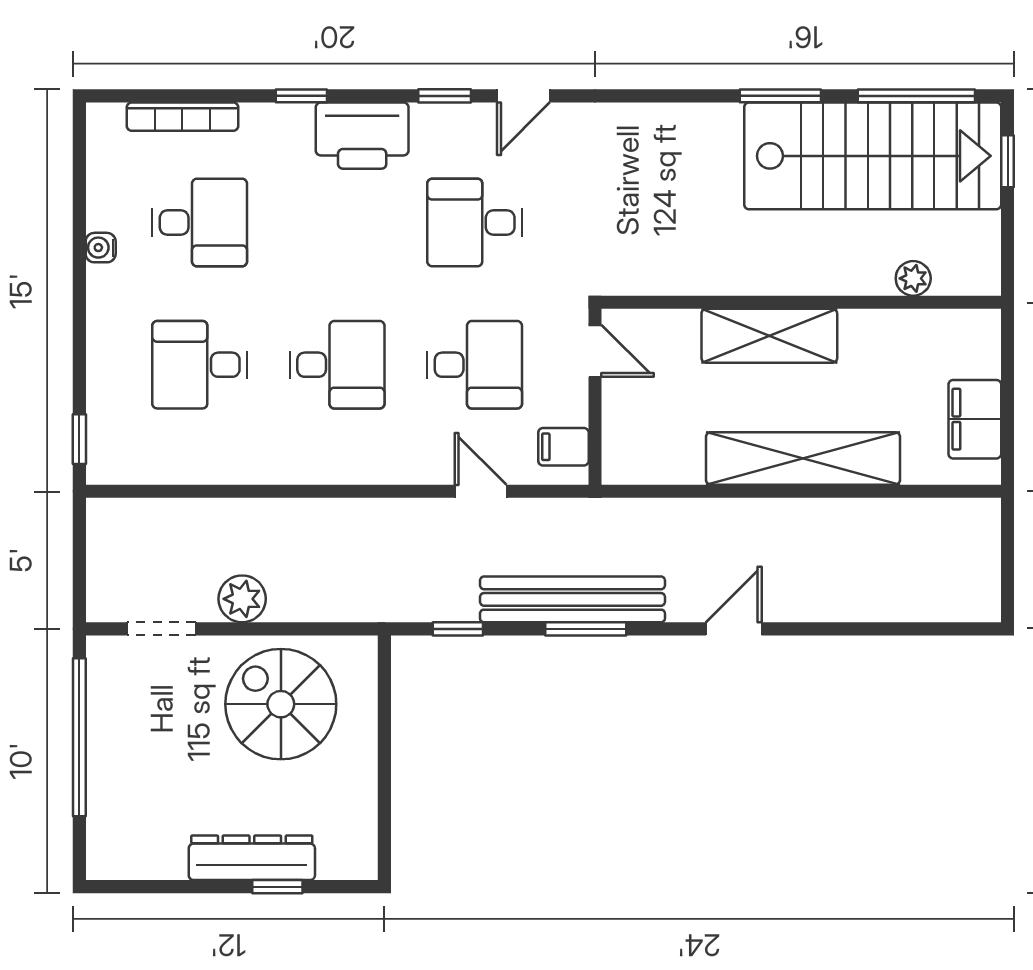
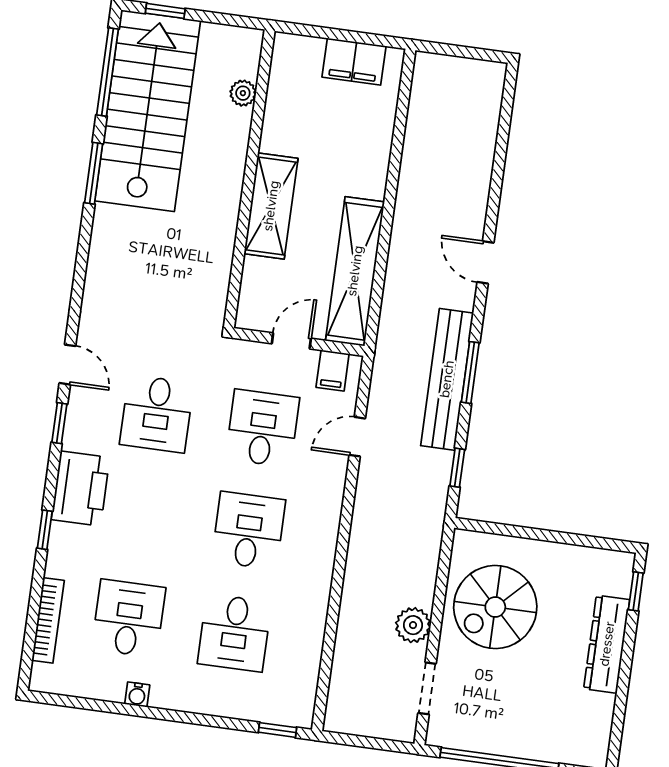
door: (595, 351) -> (291, 341), moved
shelving: (803, 458) -> (355, 271), moved
window: (277, 887) -> (636, 591), moved

